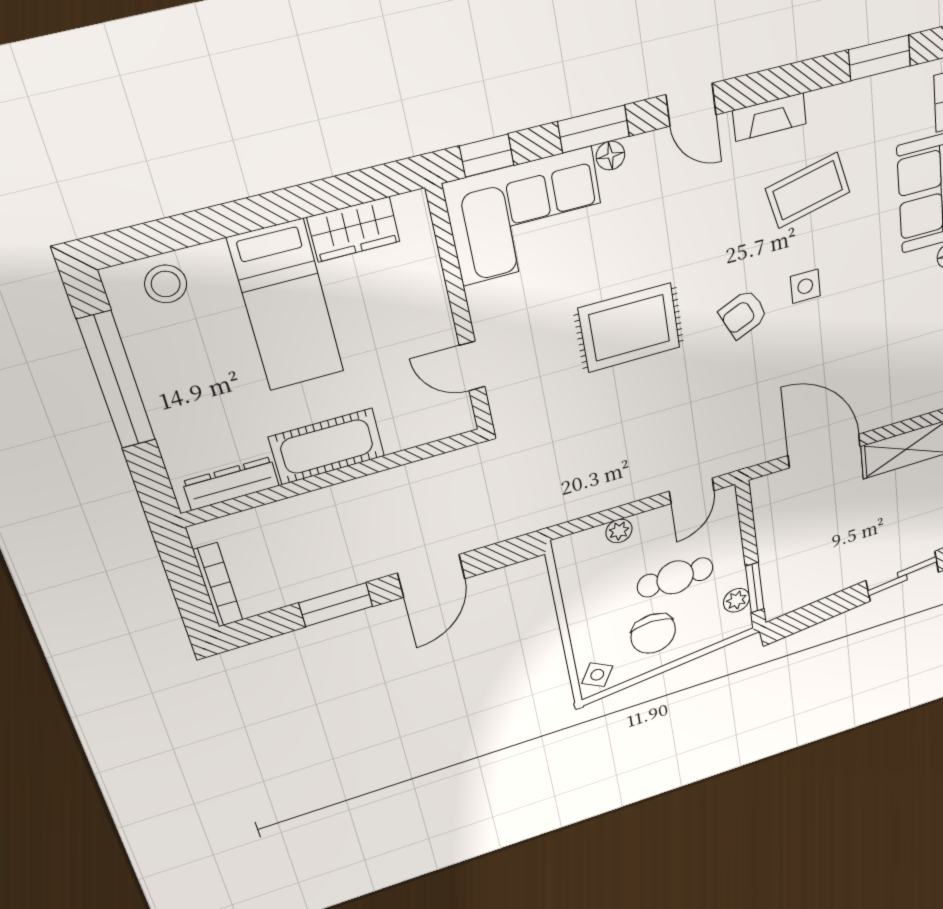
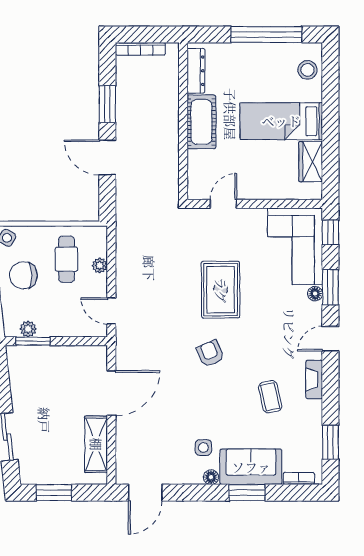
coffee table: (808, 190) -> (270, 397), width x0.73, depth x0.77
side table: (805, 286) -> (203, 448), moved
cafe table: (675, 577) -> (66, 259), moved

